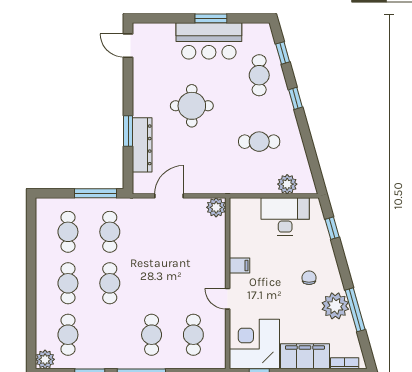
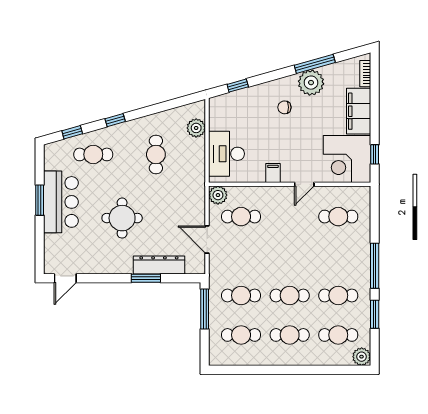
desk: (285, 216) -> (227, 154), moved
cafe table: (193, 232) -> (241, 217), added
cafe table: (152, 335) -> (338, 295), moved

